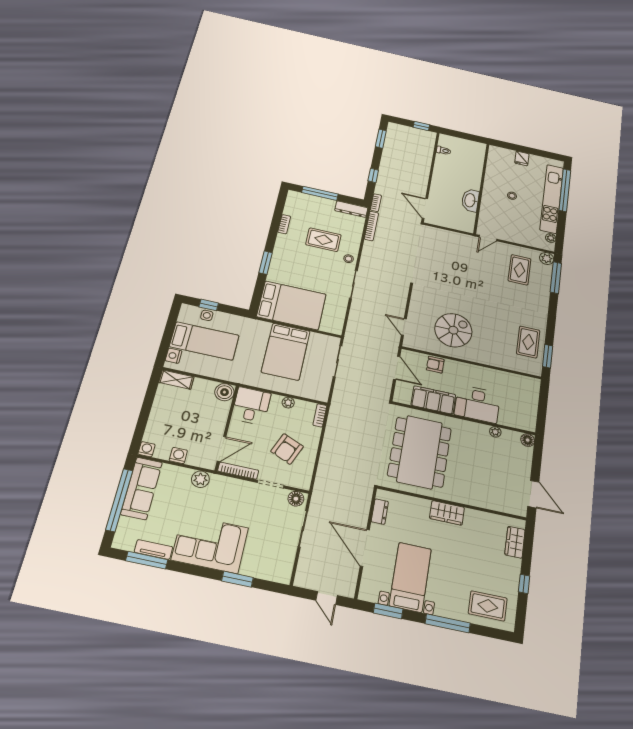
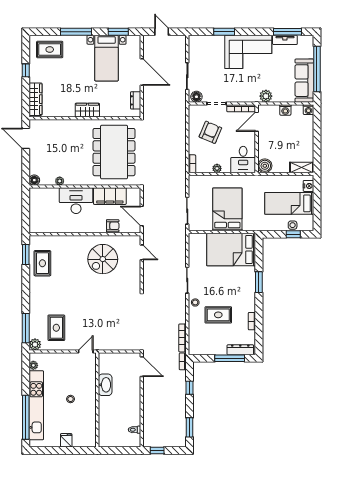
dresser: (351, 209) -> (240, 350), moved
wardrobe: (515, 542) -> (35, 99), width x1.50

